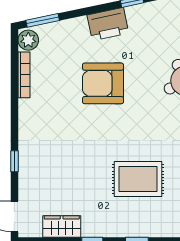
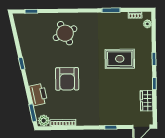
printer: (108, 24) -> (38, 95), moved
rug: (138, 179) -> (120, 59), turned 90

